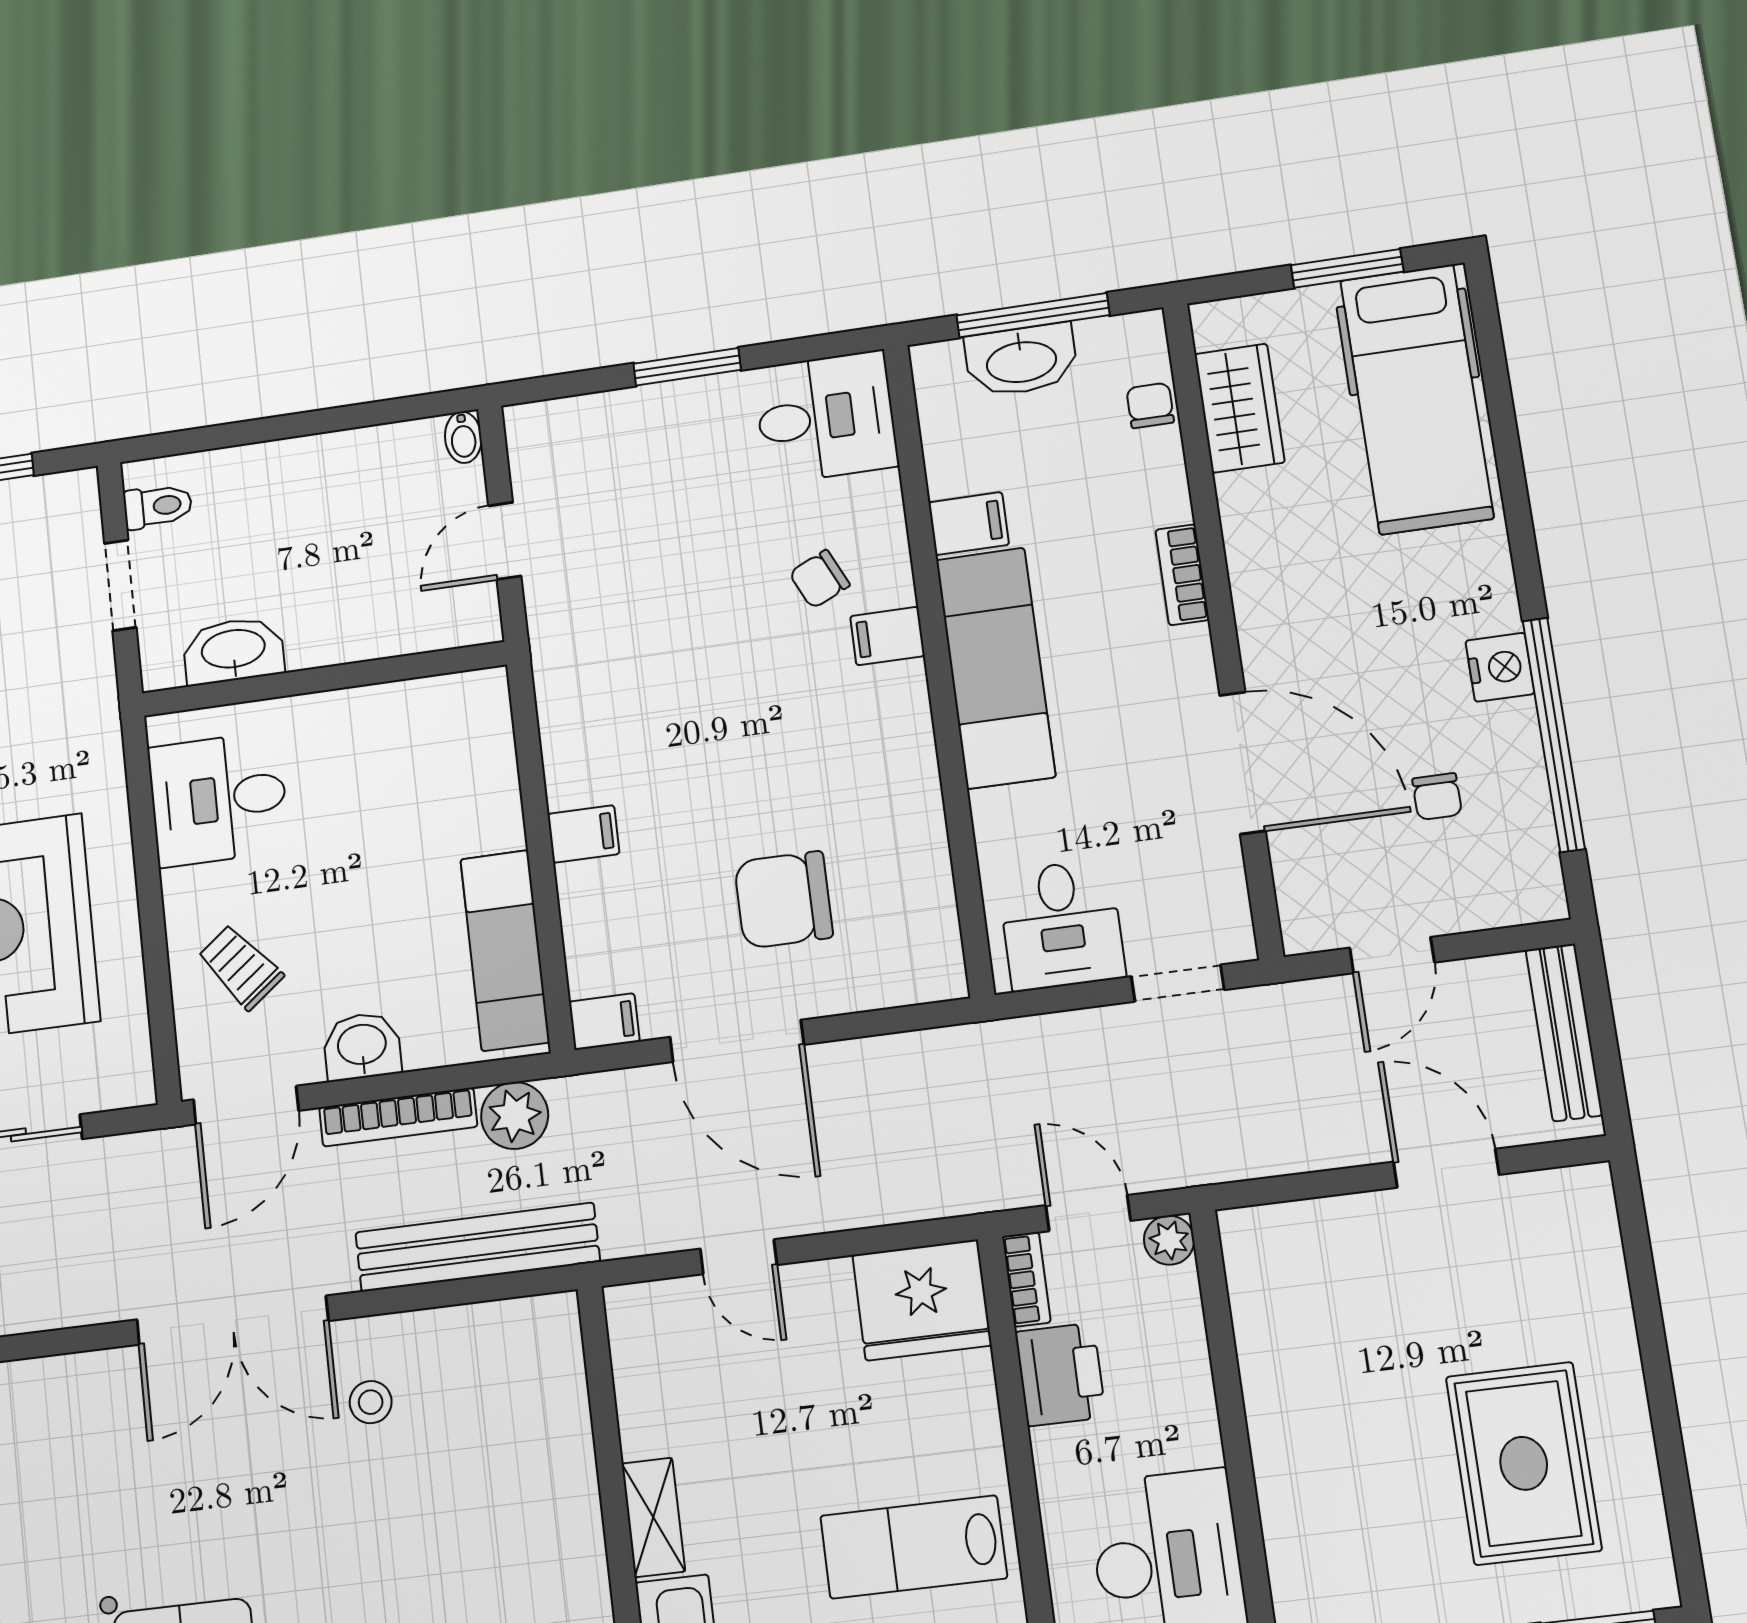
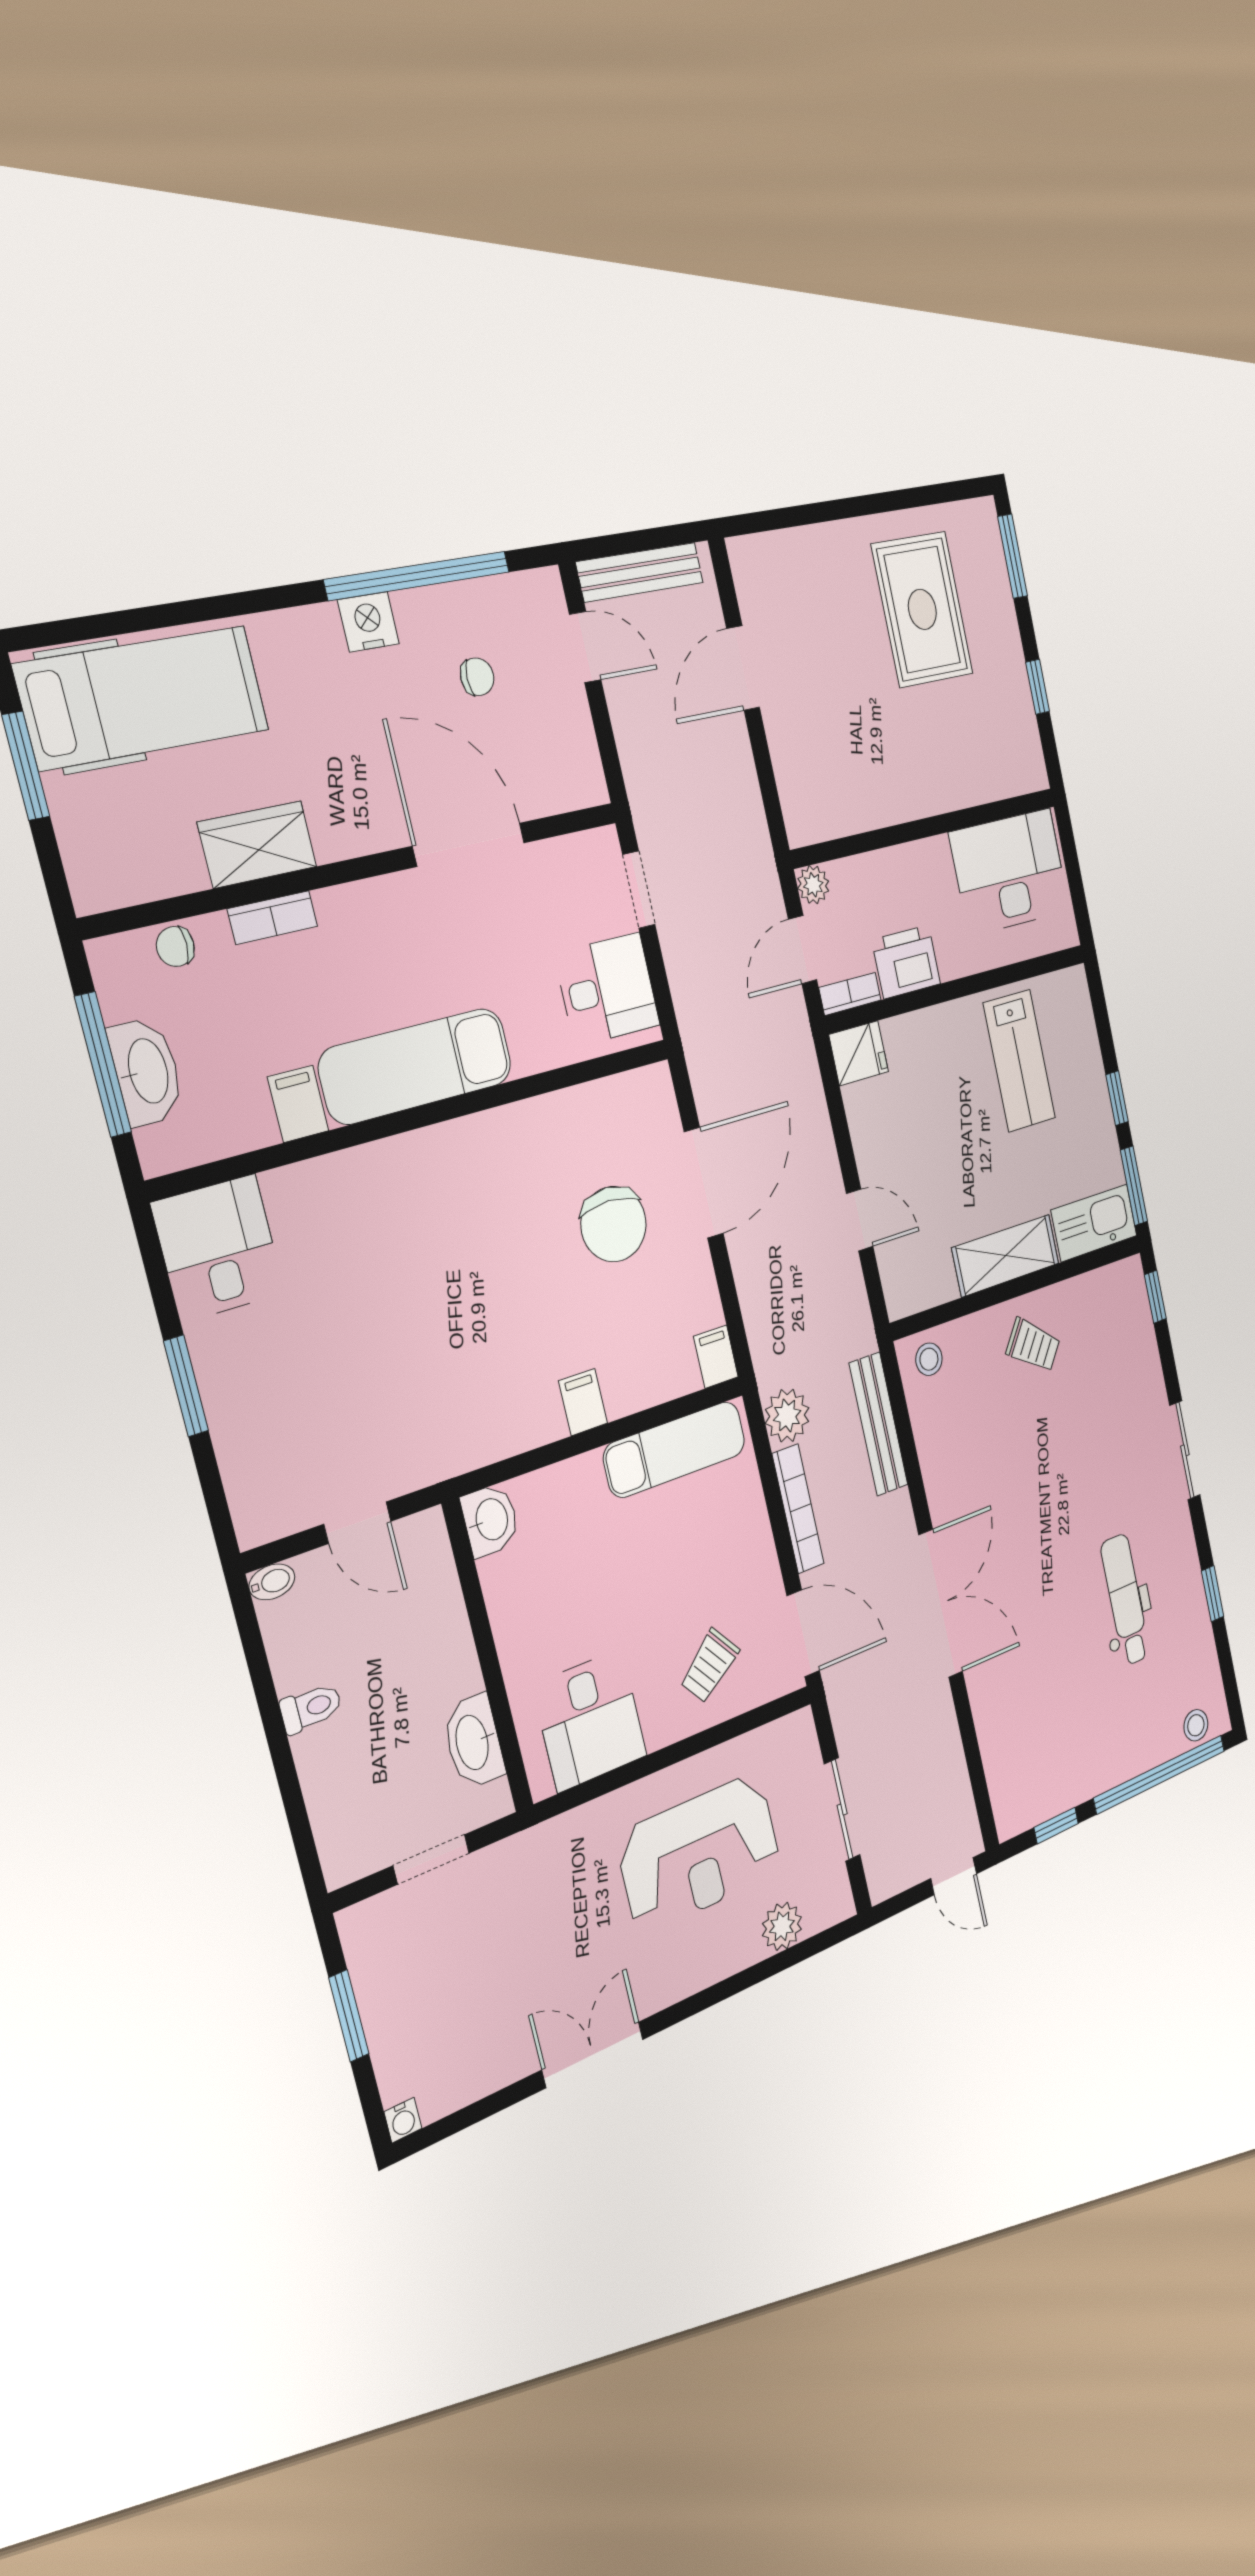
wardrobe: (1239, 408) -> (257, 845), moved
toilet: (158, 506) -> (311, 1708), moved, turned 90
bookcase: (1182, 575) -> (273, 918), moved
chair: (819, 579) -> (360, 1232), removed
filing cabinet: (887, 636) -> (400, 1165), removed
door: (1243, 763) -> (469, 845), hinge flipped
door: (1392, 955) -> (585, 647), moved
door: (737, 1041) -> (704, 1183), moved
washbasin: (362, 1046) -> (490, 1520), moved, turned 180
bench: (477, 1247) -> (879, 1424), width x0.73, depth x0.82
door: (738, 1257) -> (860, 1220), hinge flipped
fridge: (922, 1300) -> (859, 1053), width x0.53, depth x0.75
stool: (371, 1402) -> (929, 1359), moved
rug: (1524, 1463) -> (922, 609), turned 90
shelving: (653, 1517) -> (1006, 1256), width x1.50, depth x1.33
trolley: (533, 1519) -> (1033, 1345), added

